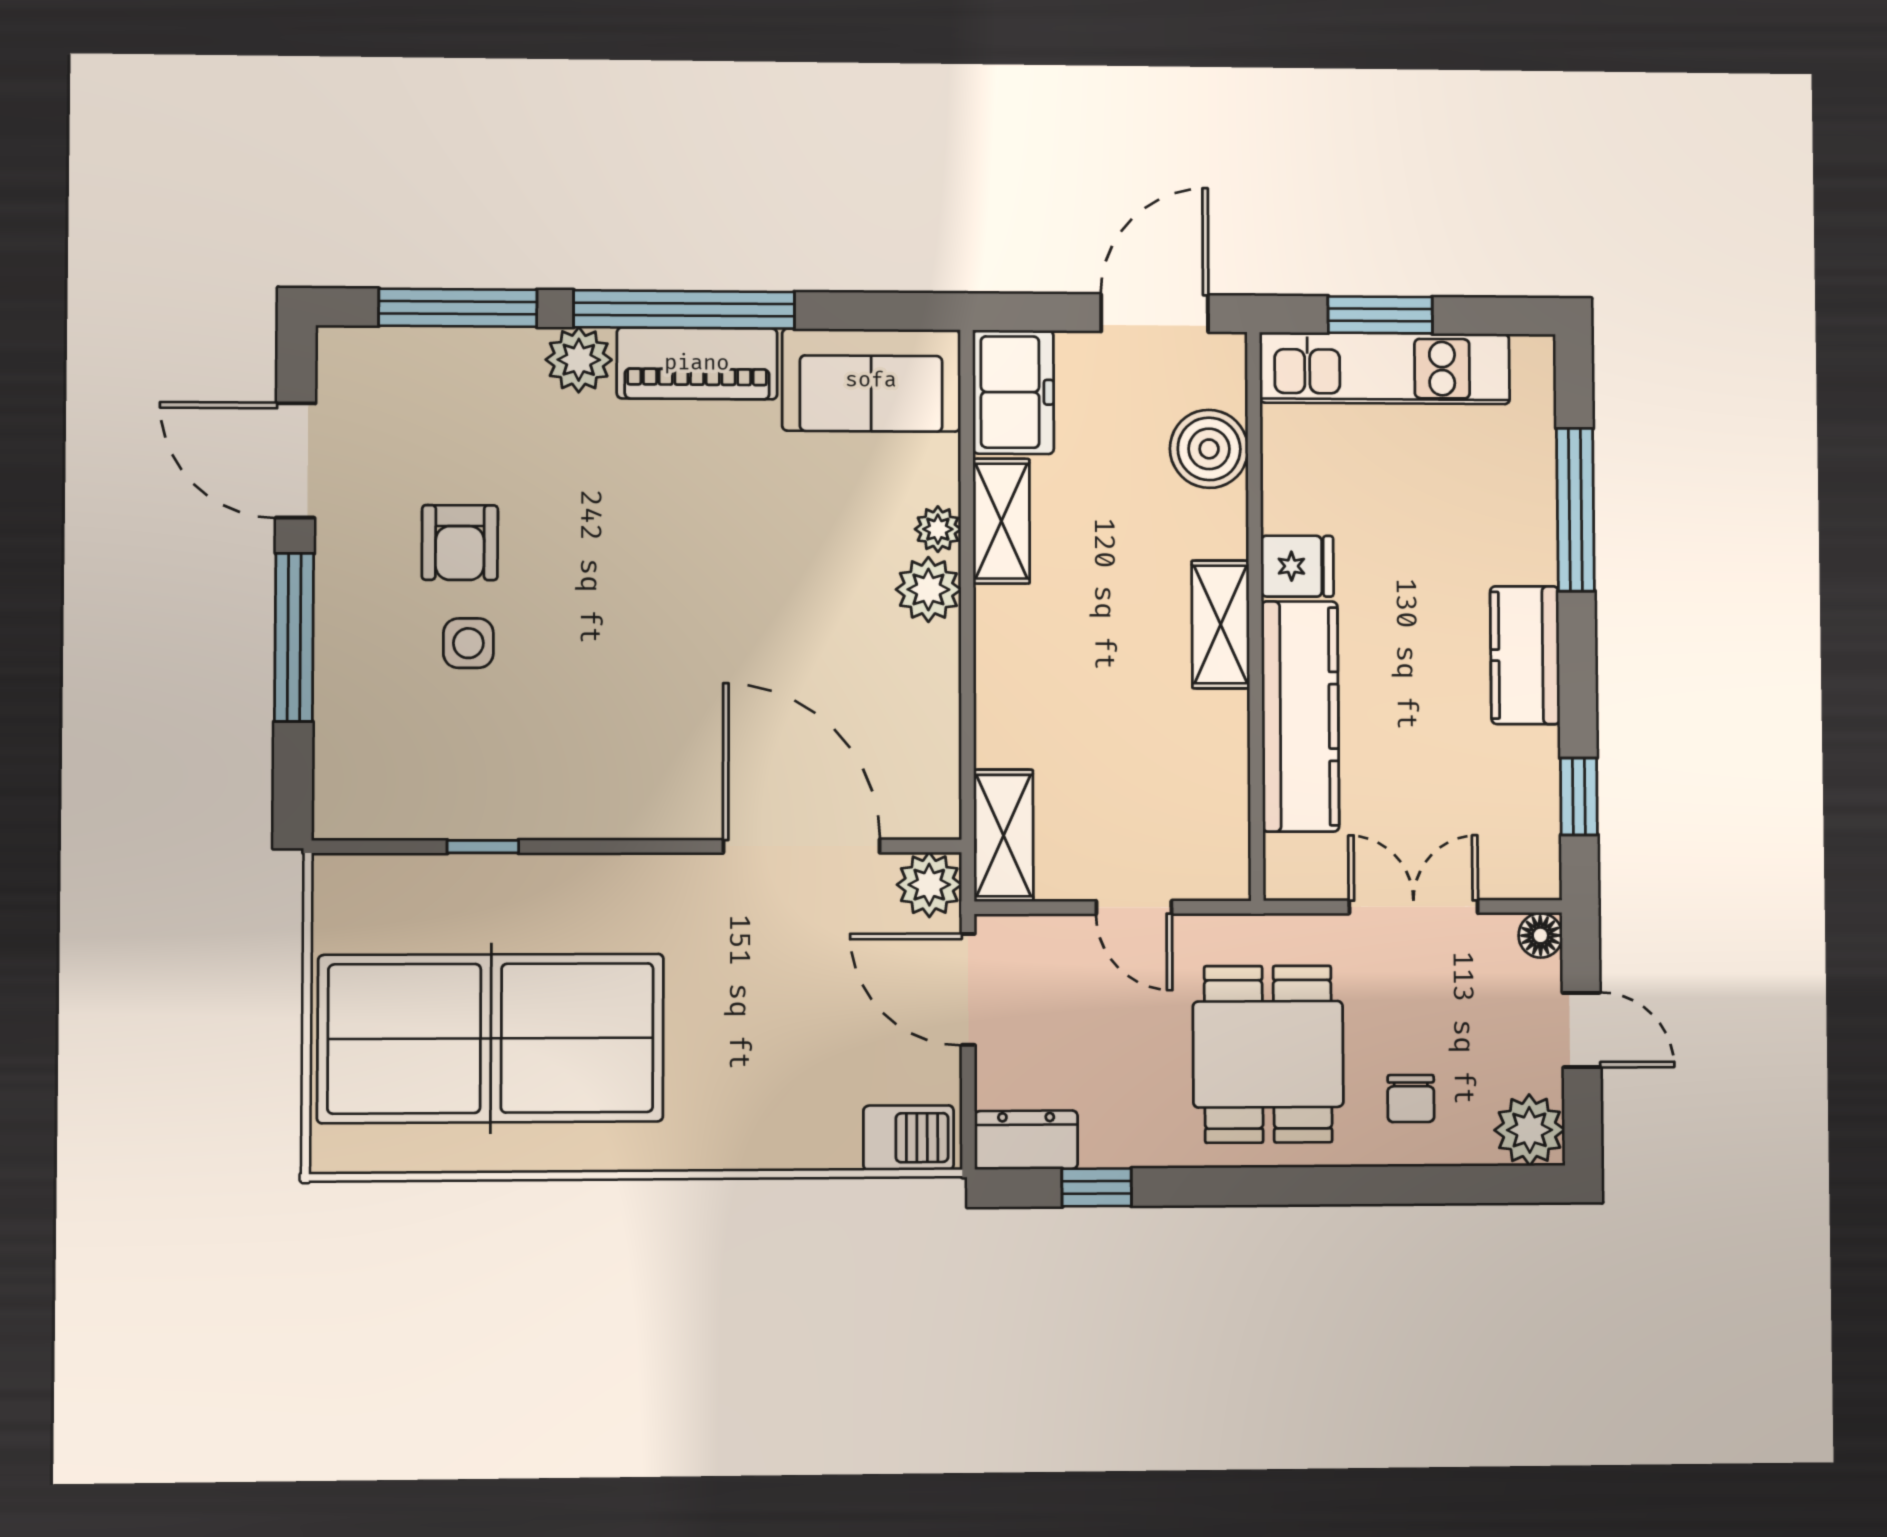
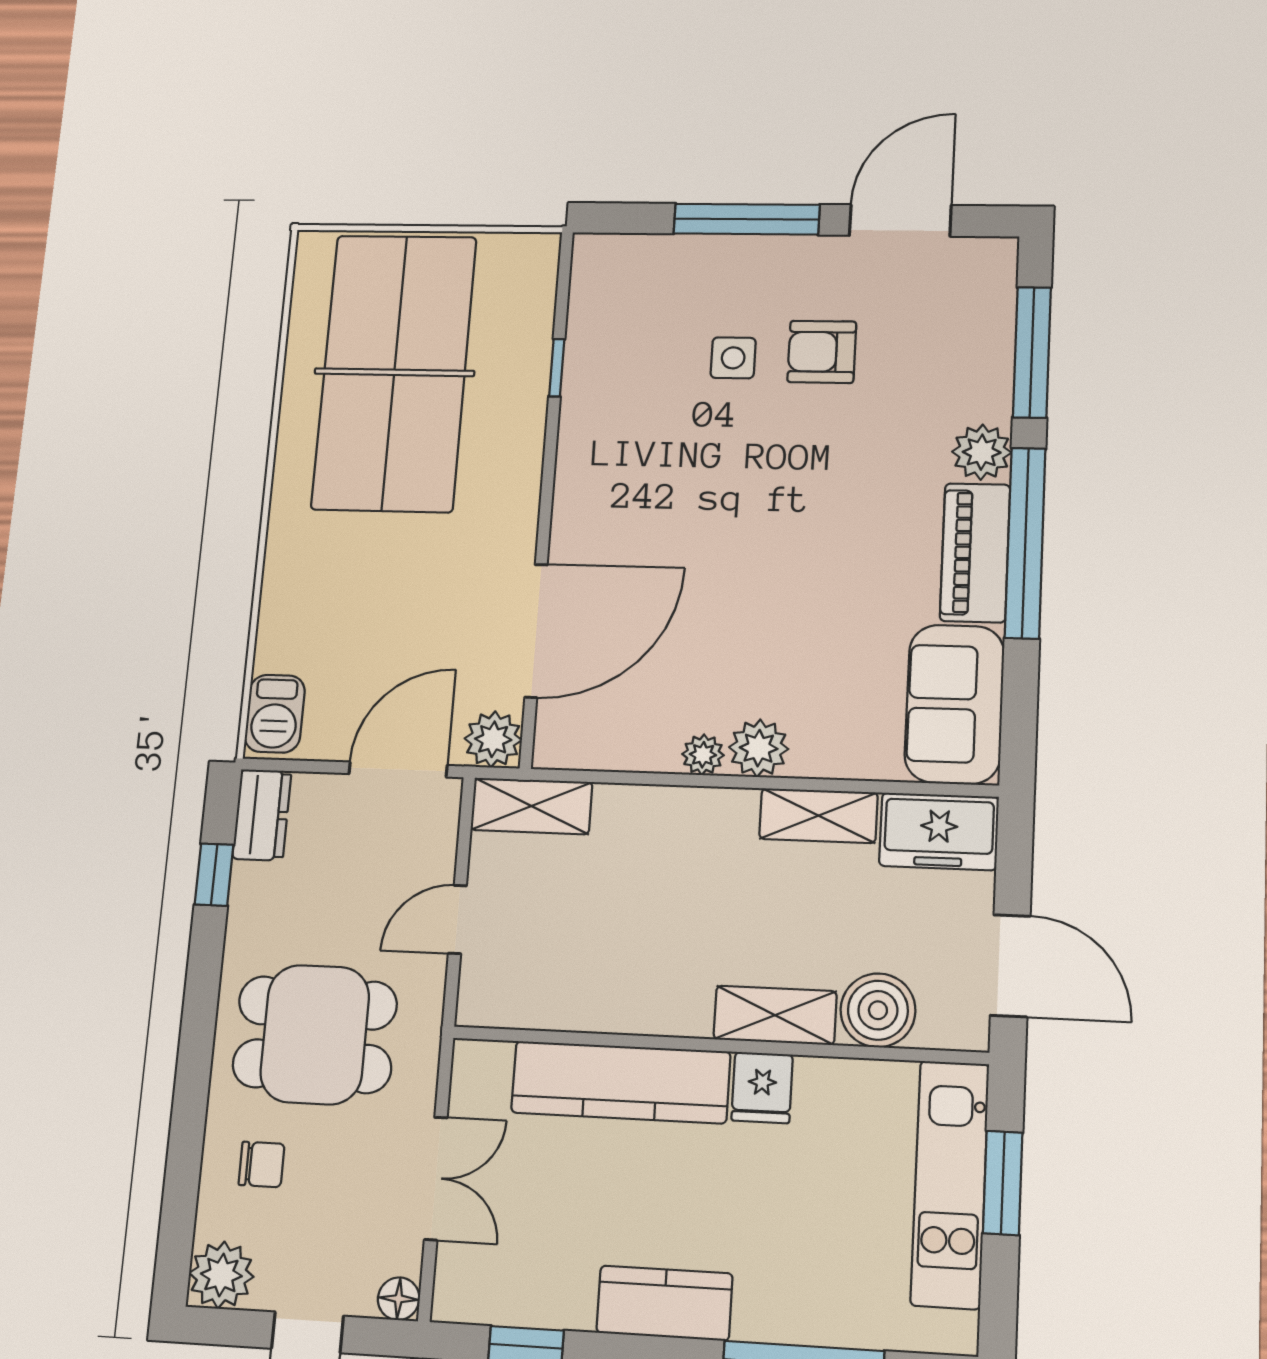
plant: (938, 529) -> (703, 755), moved
shelving: (1221, 624) -> (775, 1015), moved
chair: (1411, 1099) -> (262, 1164), turned 180

